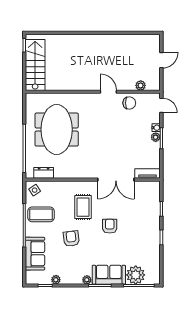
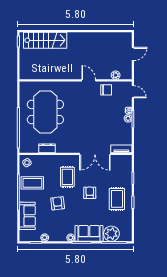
stairs: (35, 65) -> (45, 40), moved, turned 90
dresser: (44, 173) -> (47, 148), moved
rug: (142, 233) -> (117, 199), added

